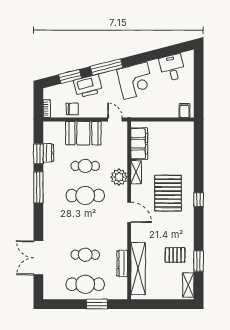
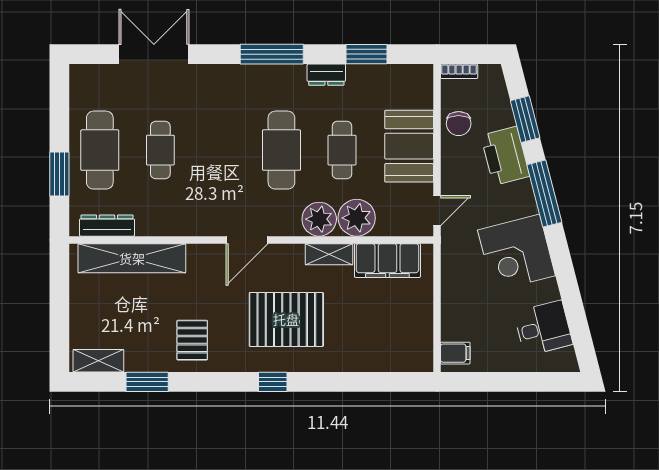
dresser: (48, 153) -> (326, 75), moved
plant: (118, 159) -> (357, 218), added
window: (38, 187) -> (272, 54), moved
pallet: (175, 255) -> (192, 340), moved
dresser: (122, 263) -> (107, 226), moved

